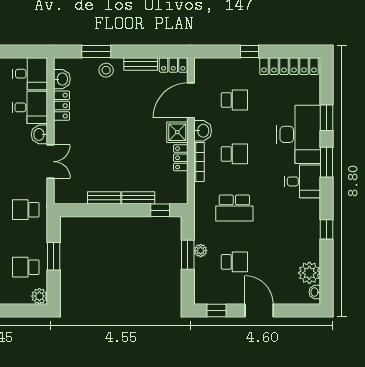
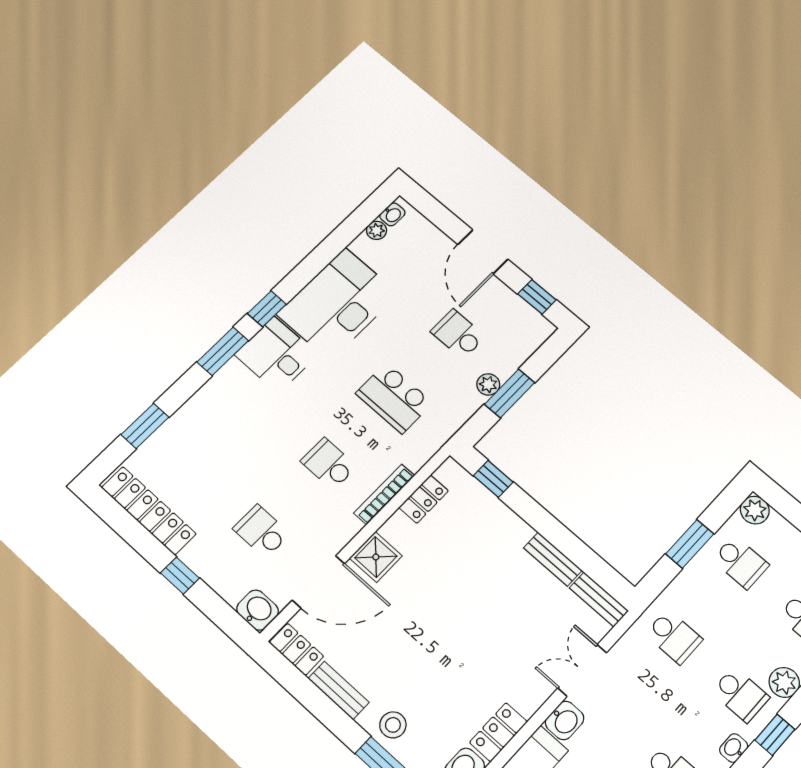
window: (327, 118) -> (145, 426), moved
washbasin: (203, 131) -> (258, 610), moved, turned 90
desk: (299, 134) -> (338, 304), moved
locker: (181, 158) -> (424, 499), moved
bench: (138, 198) -> (599, 599), moved
school desk: (234, 208) -> (394, 398), turned 180
window: (327, 229) -> (267, 309), moved
plant: (309, 273) -> (377, 230), width x0.53, depth x0.53

